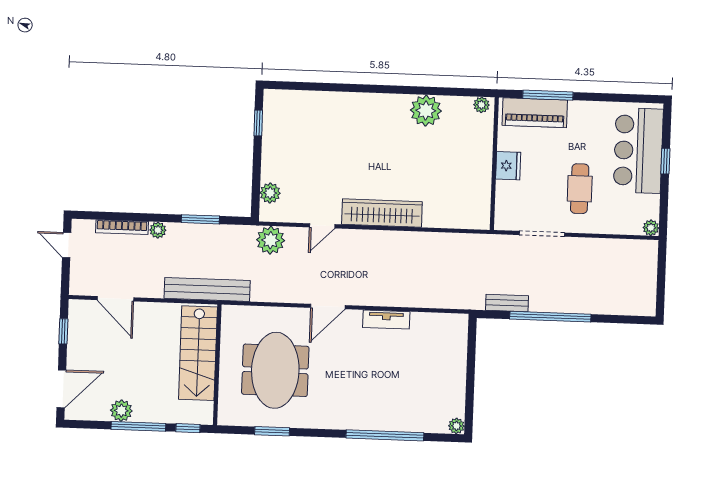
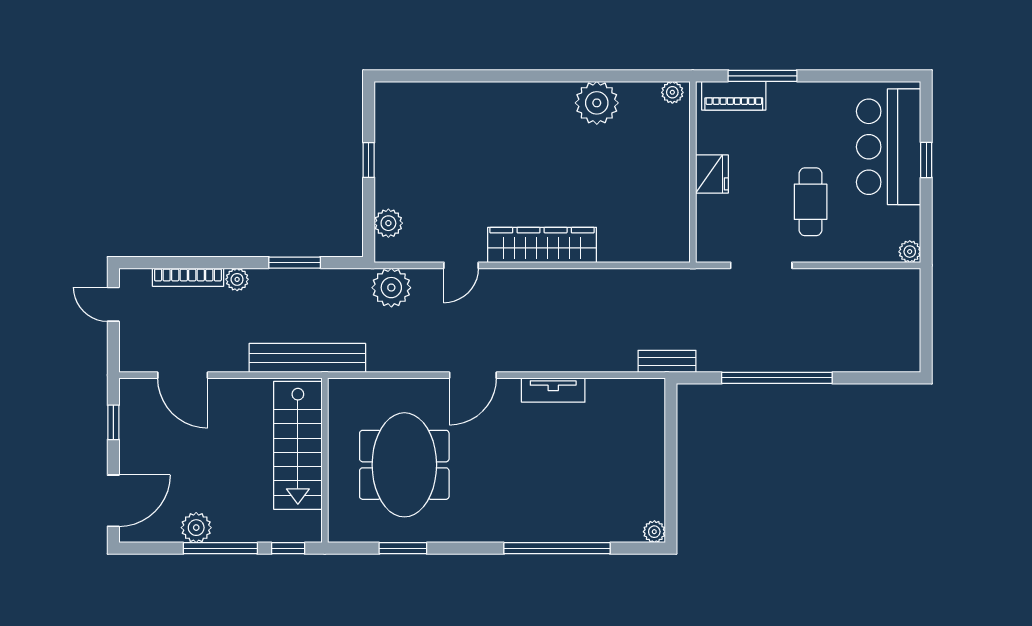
piano: (535, 113) -> (734, 96), width x0.73, depth x0.75
window: (258, 123) -> (369, 160), moved
bench: (507, 303) -> (667, 361), moved

